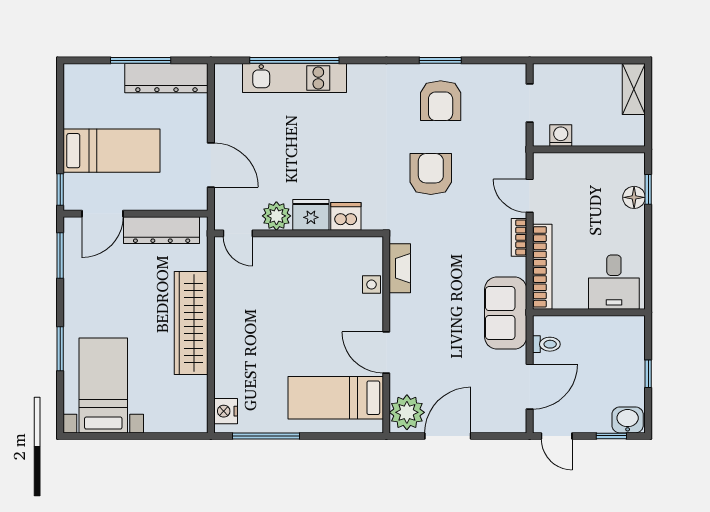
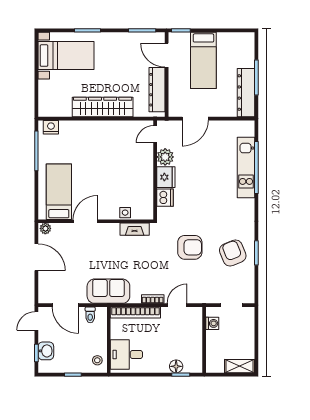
armchair: (441, 101) -> (233, 253), turned 68
stool: (624, 332) -> (97, 360), added
plant: (407, 412) -> (45, 228), width x0.53, depth x0.53
washbasin: (628, 420) -> (46, 351), moved

